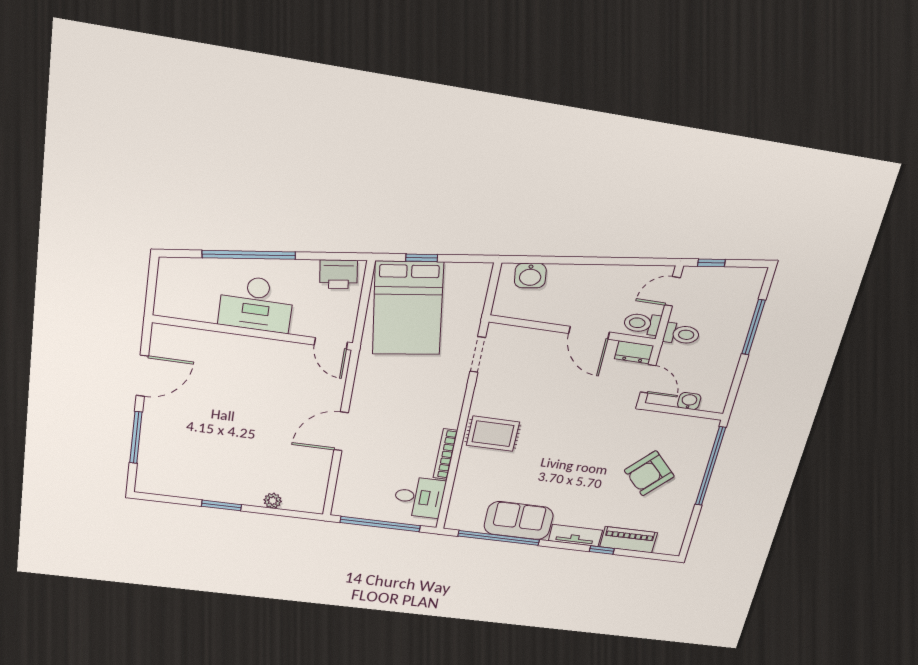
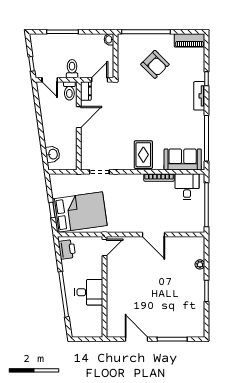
desk: (256, 304) -> (89, 292), width x0.73
washbasin: (689, 401) -> (109, 39), moved
sofa: (519, 521) -> (183, 159), moved, turned 90
piano: (629, 540) -> (190, 40), moved, turned -90

